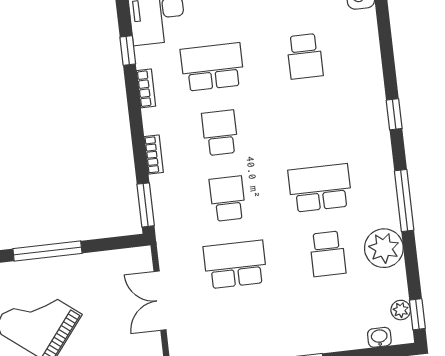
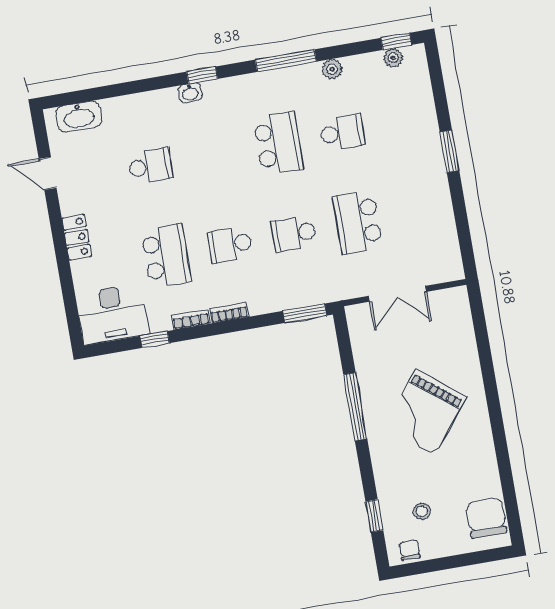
school desk: (212, 67) -> (166, 256), turned 180
bookcase: (154, 155) -> (229, 313), moved
school desk: (320, 188) -> (278, 144), turned 180
plant: (384, 248) -> (332, 69), width x0.53, depth x0.53
washbasin: (379, 337) -> (190, 93), moved, turned -90

